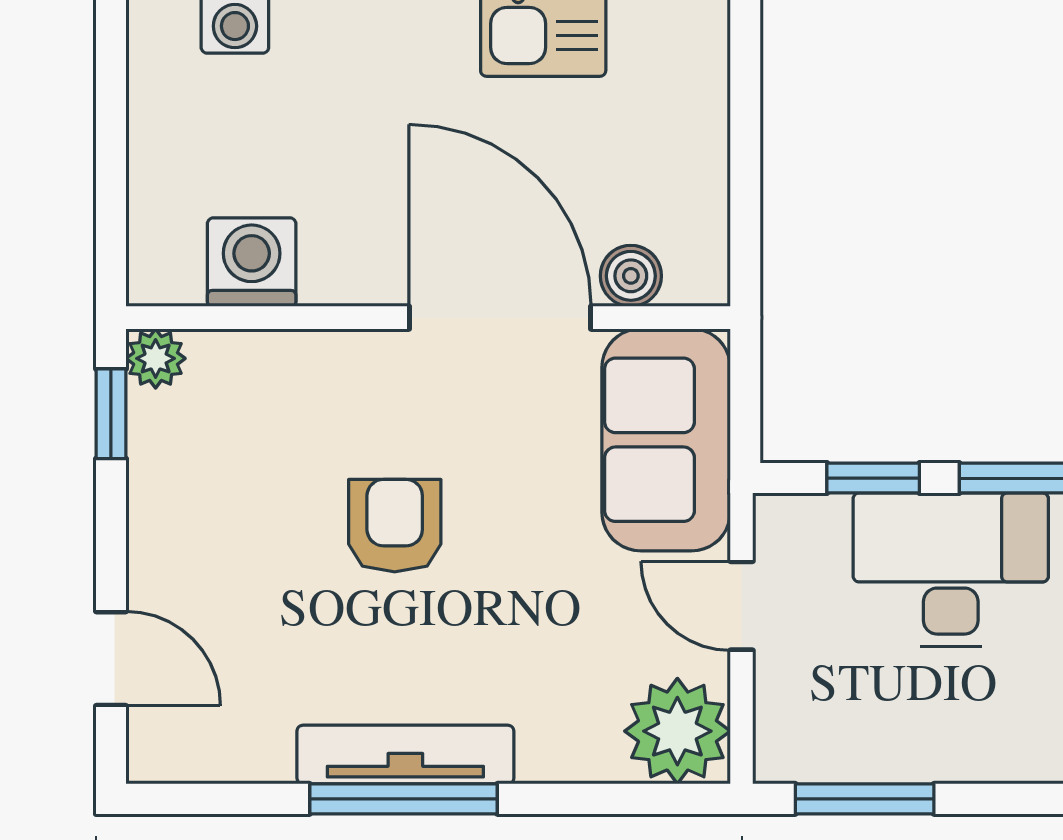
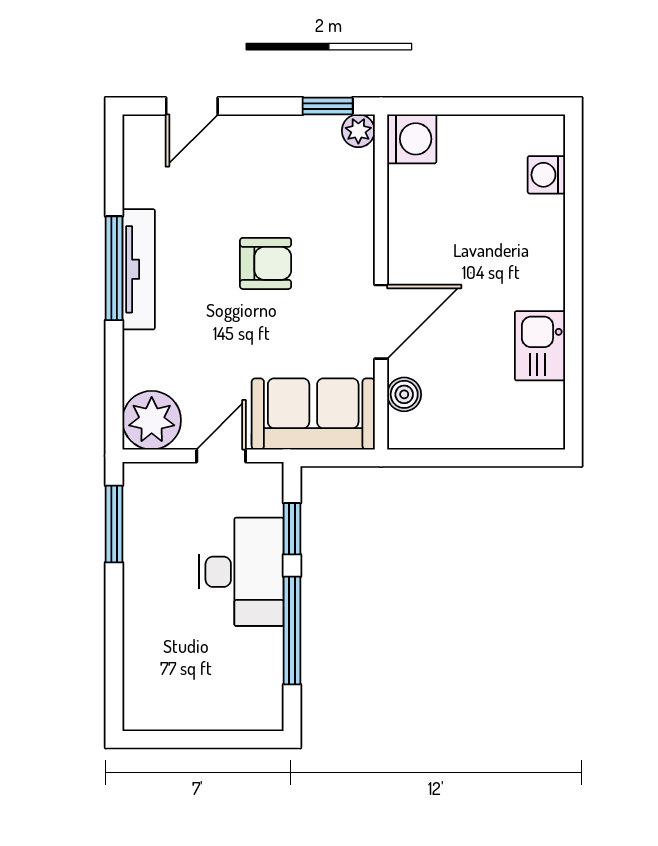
washing machine: (252, 262) -> (412, 139), moved
door: (500, 318) -> (381, 322), width x0.73

